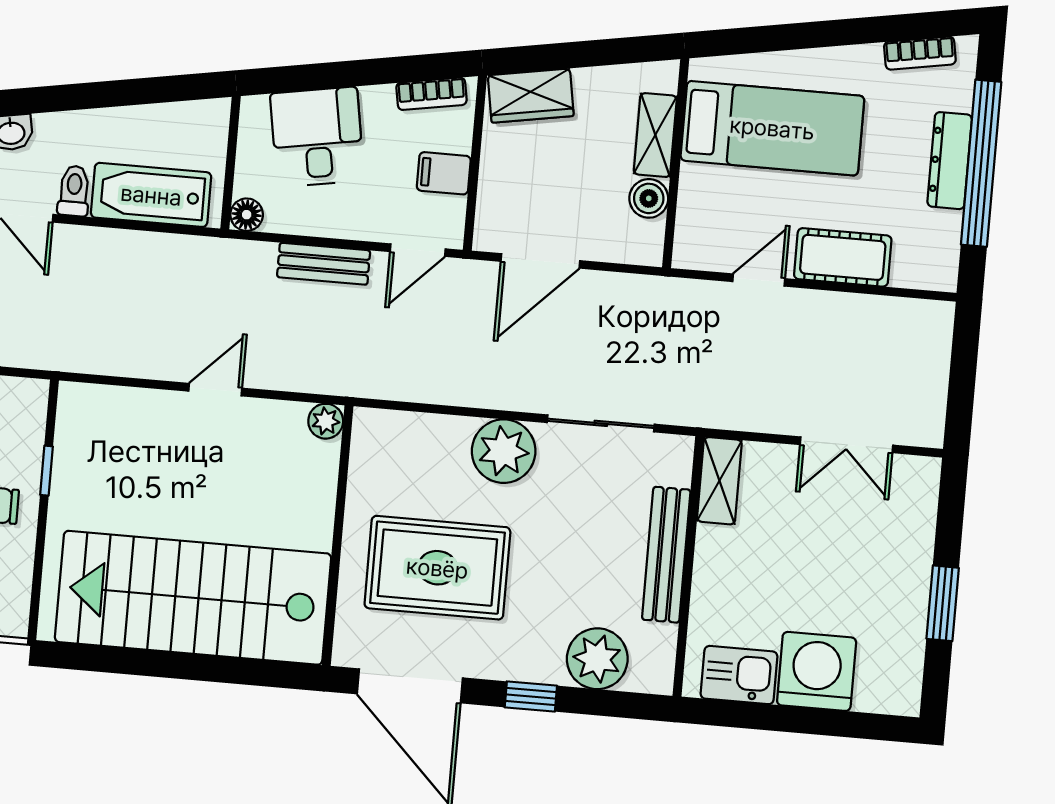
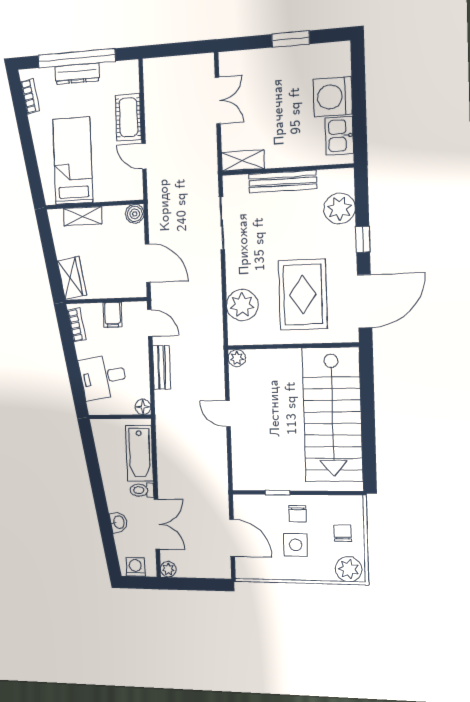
boiler: (649, 198) -> (135, 214), moved
plant: (504, 451) -> (242, 305), moved

